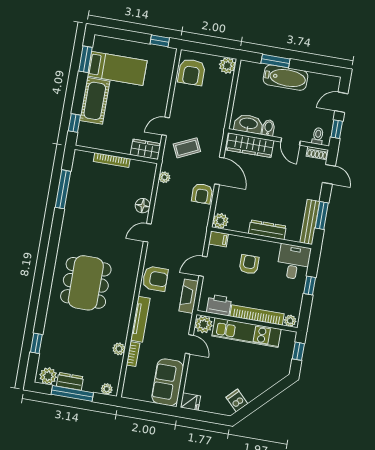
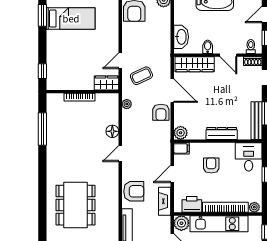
cot: (95, 101) -> (56, 49), removed
washbasin: (248, 124) -> (181, 37), moved, turned 90

